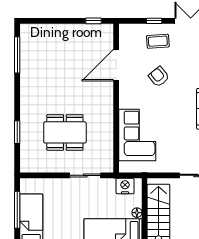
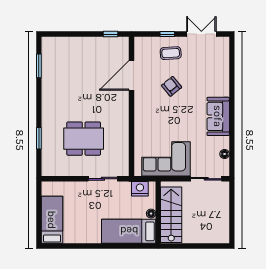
window: (17, 55) -> (39, 66), width x0.69
corner sofa: (137, 135) -> (166, 159), moved, turned -90
window: (17, 210) -> (39, 211), removed

